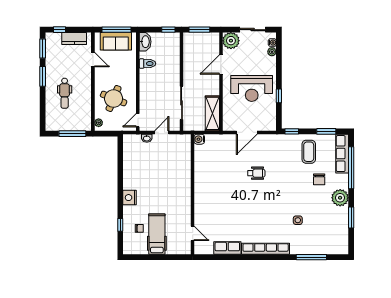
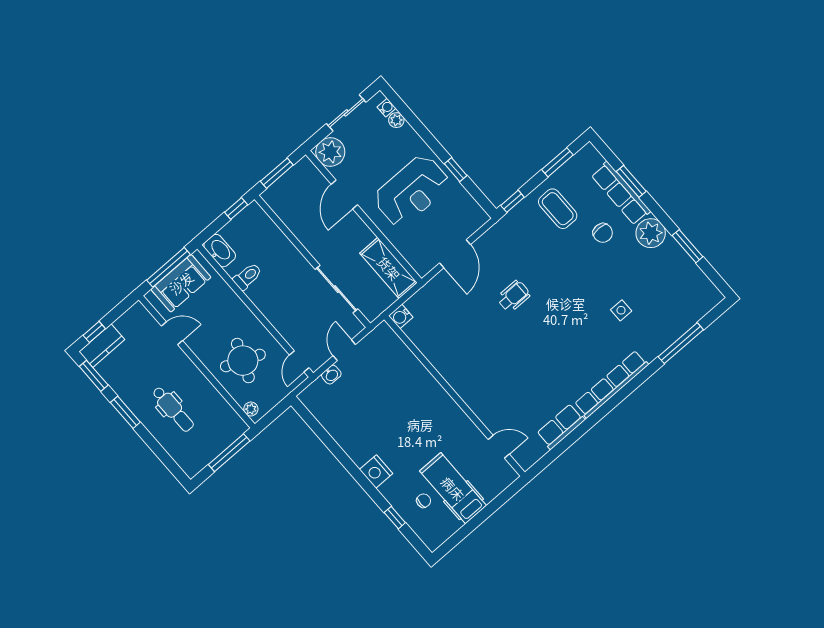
kitchen counter: (74, 38) -> (102, 346), moved
row of seats: (342, 154) -> (621, 193), moved
window: (351, 168) -> (631, 181), width x0.47

